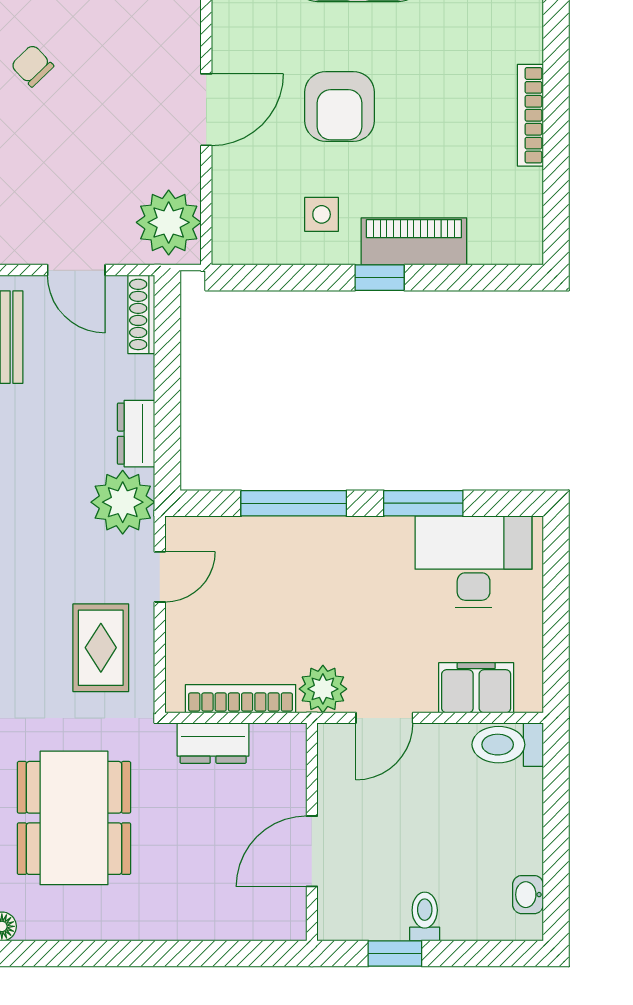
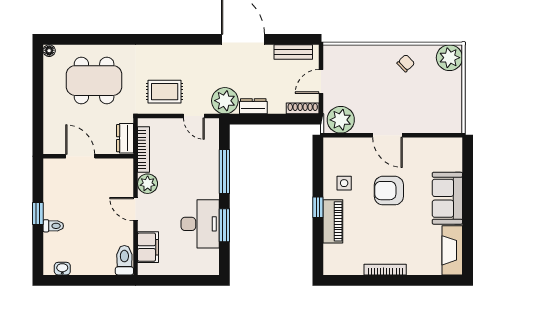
desk: (474, 562) -> (200, 224), moved
wall: (312, 832) -> (88, 156), moved
door: (312, 851) -> (80, 156), moved

